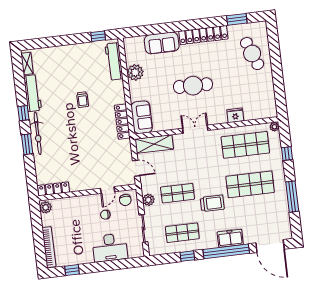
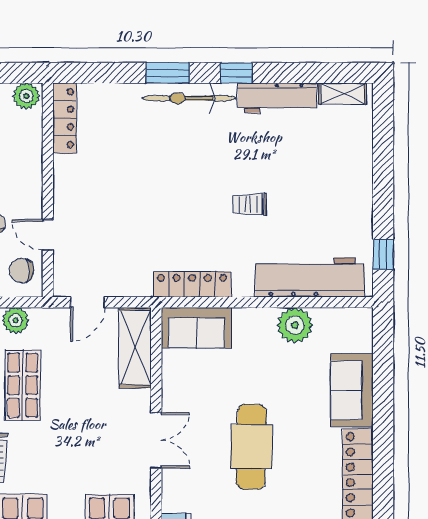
workbench: (114, 61) -> (310, 277), width x1.36, depth x1.32

